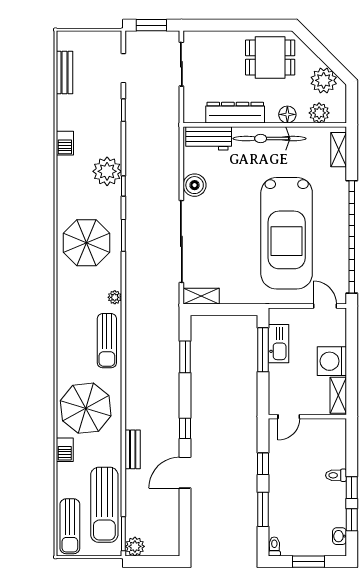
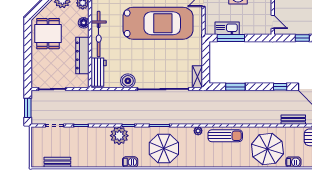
barbecue: (65, 143) -> (130, 162), moved

